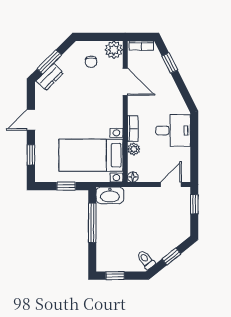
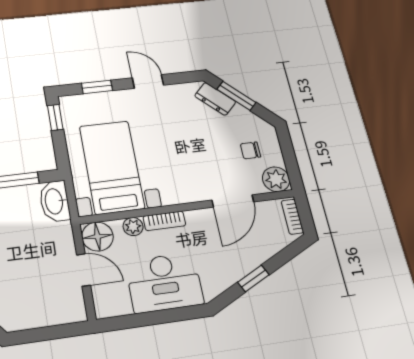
window: (170, 63) -> (253, 278), moved
desk: (173, 130) -> (164, 283), width x1.37
floor lamp: (133, 177) -> (97, 237), width x1.89, depth x1.89
door: (171, 185) -> (84, 270), moved
window: (66, 186) -> (55, 117), moved
window: (194, 204) -> (60, 331), removed

